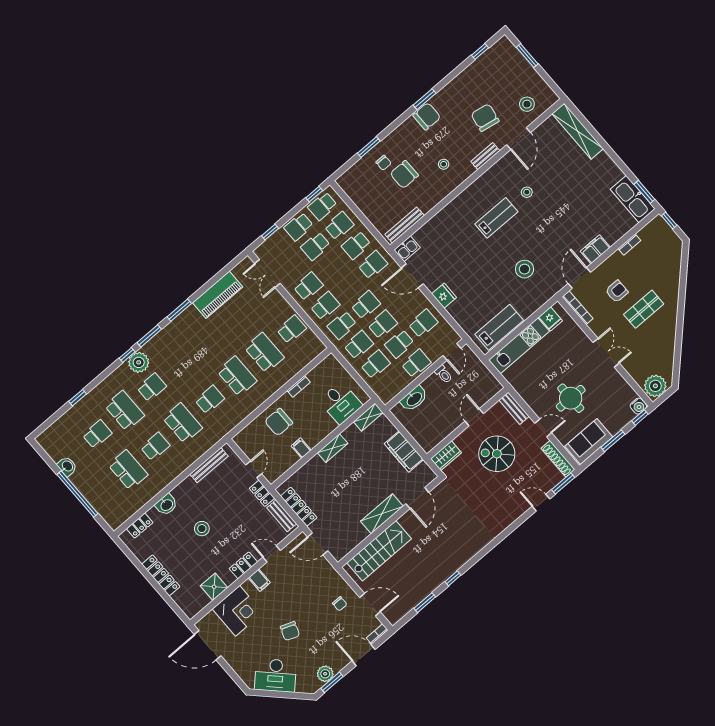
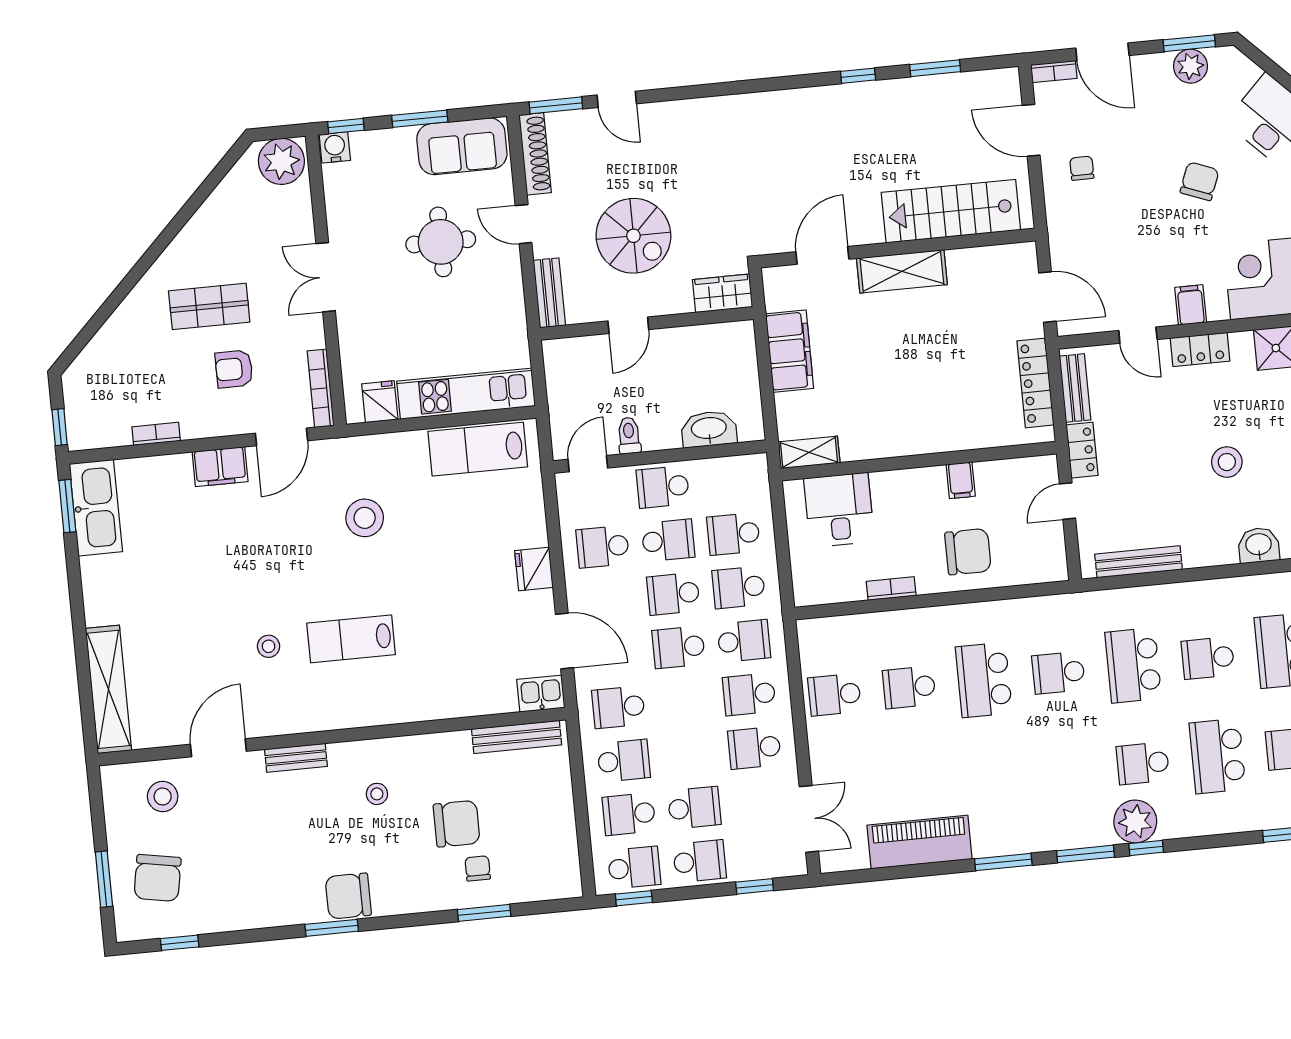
chair: (485, 118) -> (157, 878), moved
school desk: (264, 353) -> (909, 687), width x0.54
shelving: (333, 448) -> (907, 442), removed

